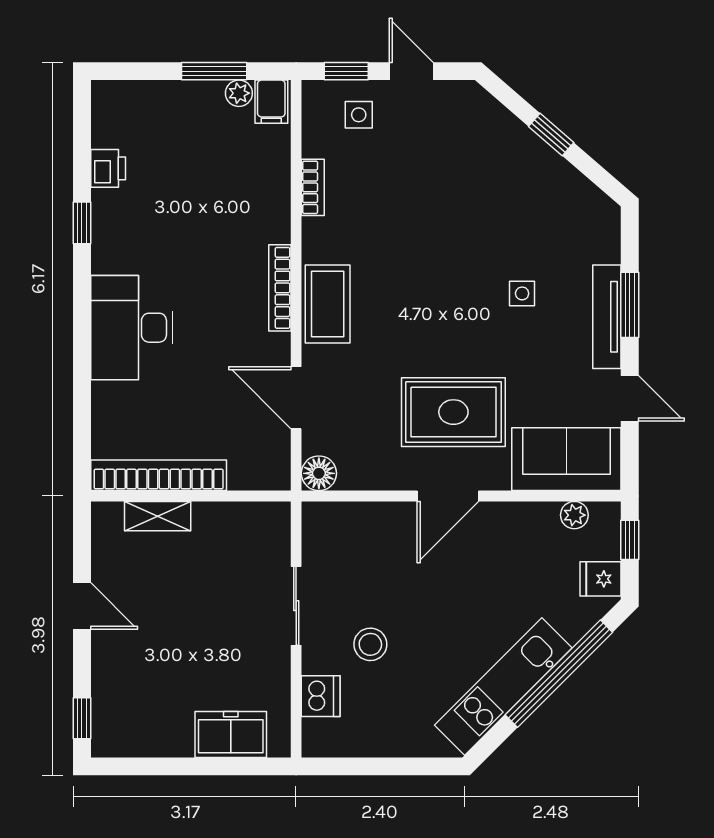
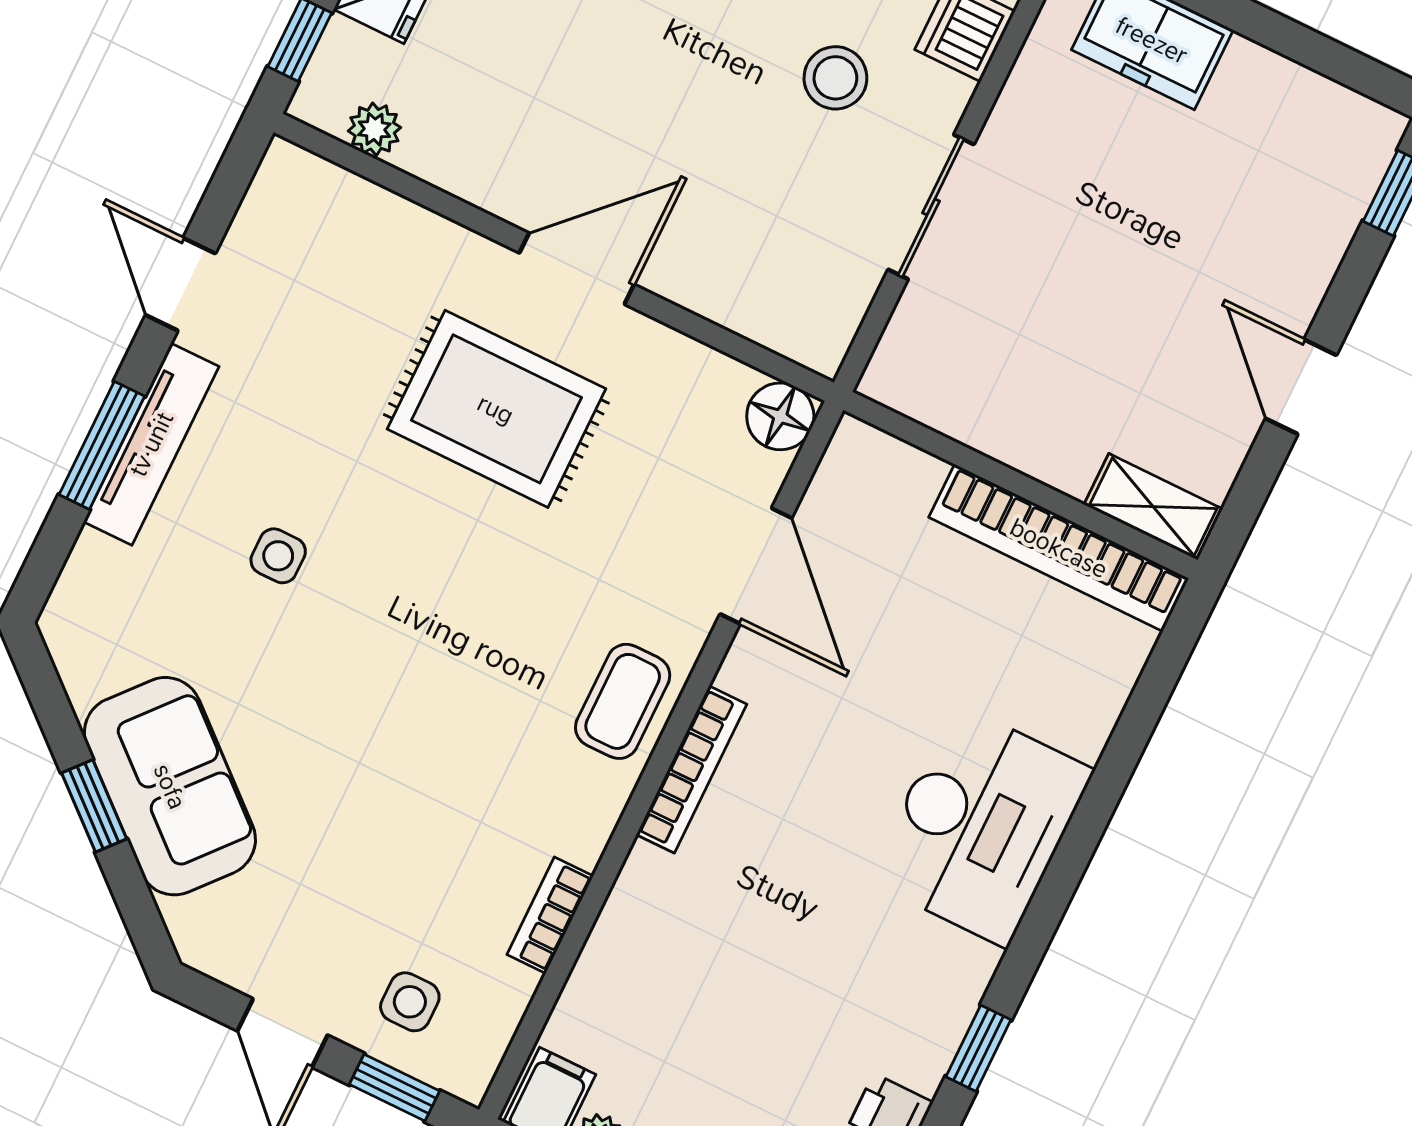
coffee table: (328, 304) -> (623, 701), width x0.73, depth x0.77
sofa: (566, 459) -> (170, 786), moved, turned -139
shelving: (158, 516) -> (1153, 507), moved

